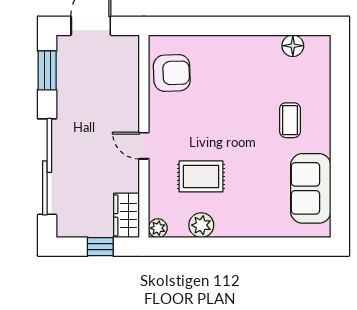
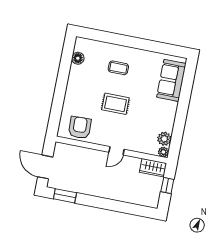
sliding door: (47, 167) -> (118, 206), removed
rug: (201, 176) -> (115, 104), moved, turned 90
sofa: (311, 188) -> (171, 80), moved, turned 90
plant: (201, 225) -> (164, 139), moved

